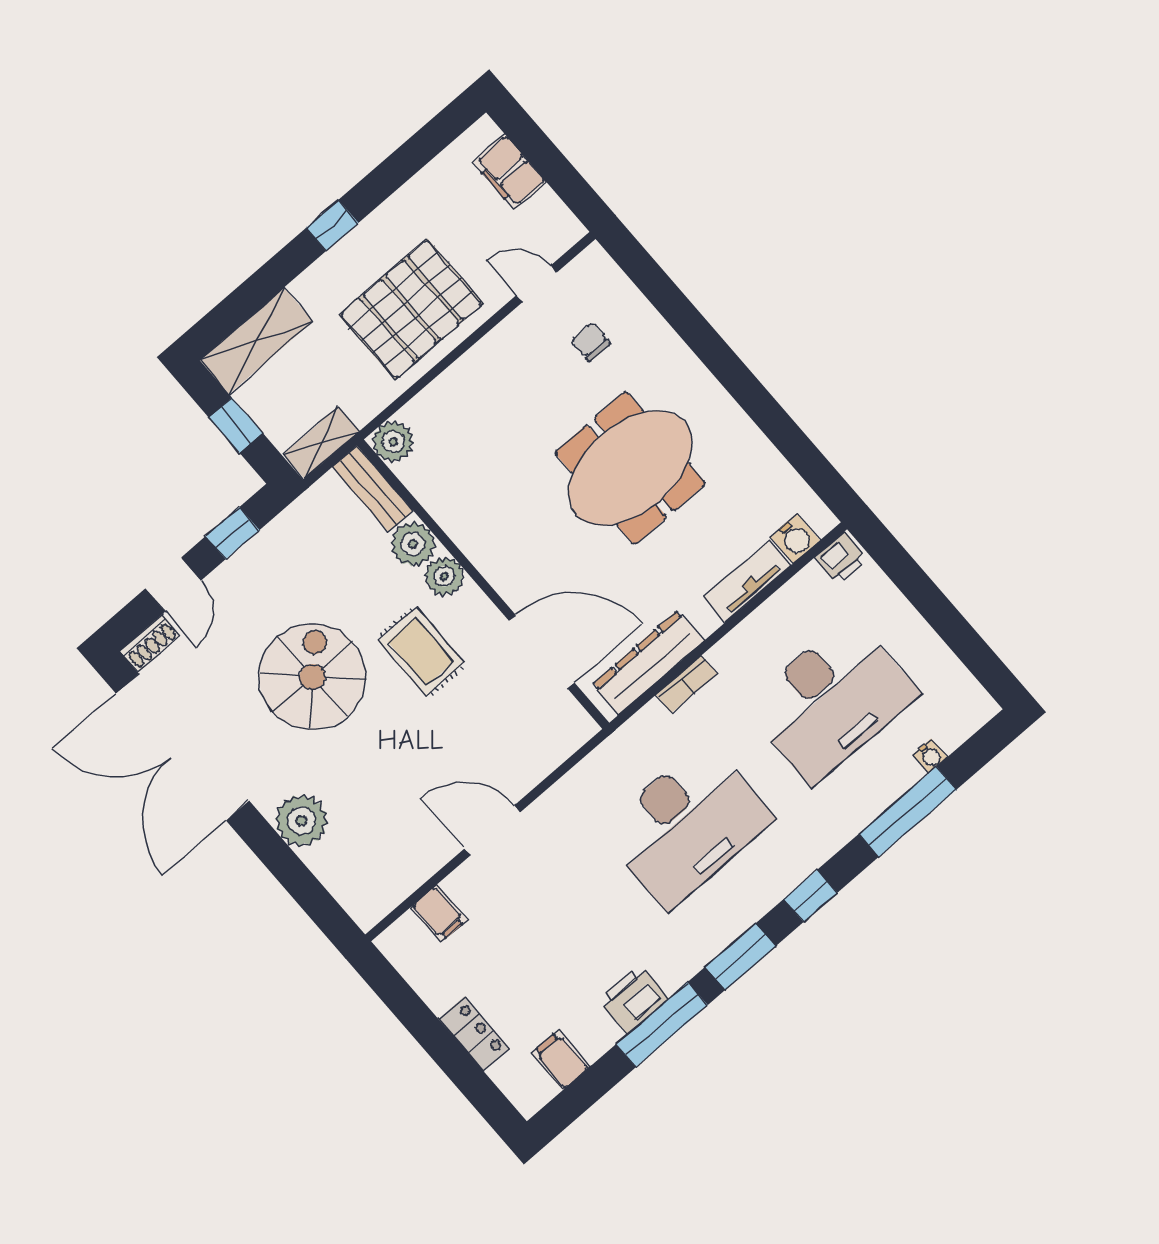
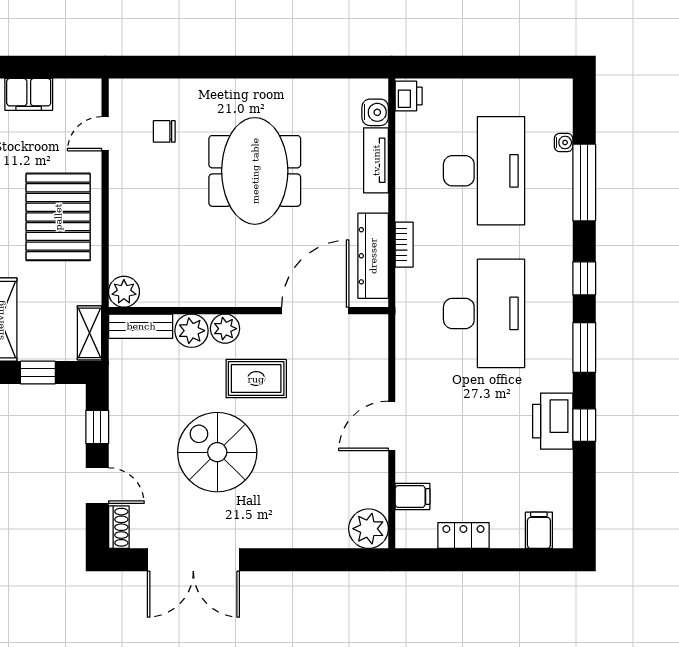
double door: (182, 747) -> (193, 560), width x0.73
plant: (301, 821) -> (369, 529), moved
printer: (633, 999) -> (553, 421), width x1.37, depth x1.19
window: (662, 1025) -> (584, 425), width x0.46
locker: (474, 1034) -> (463, 535), moved
filing cabinet: (561, 1060) -> (539, 530), moved, turned 90

